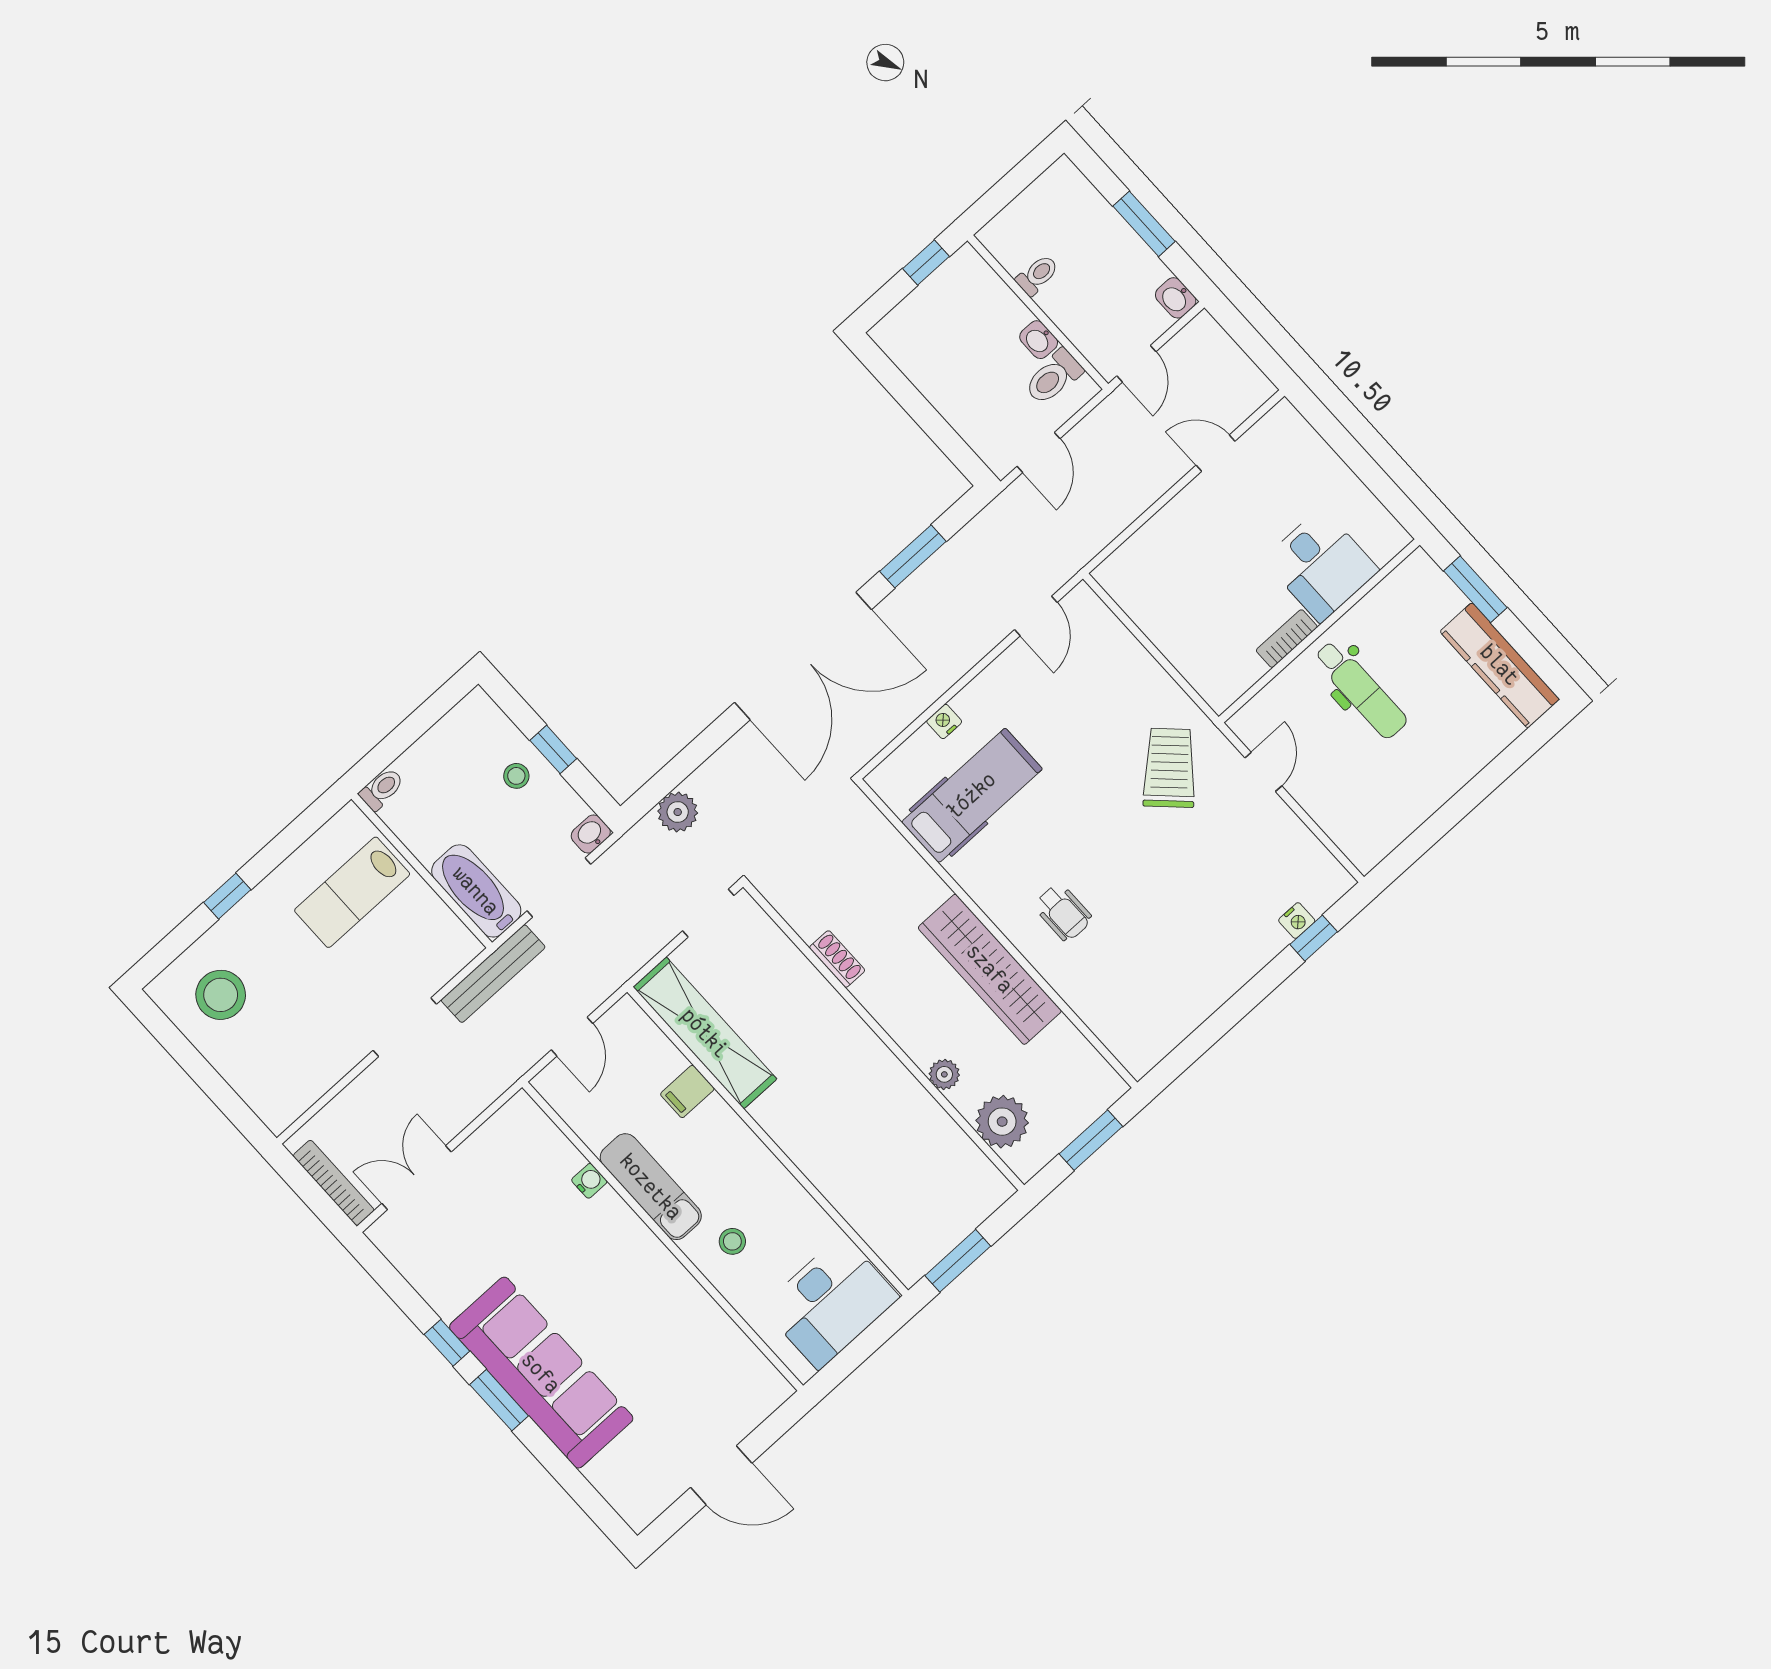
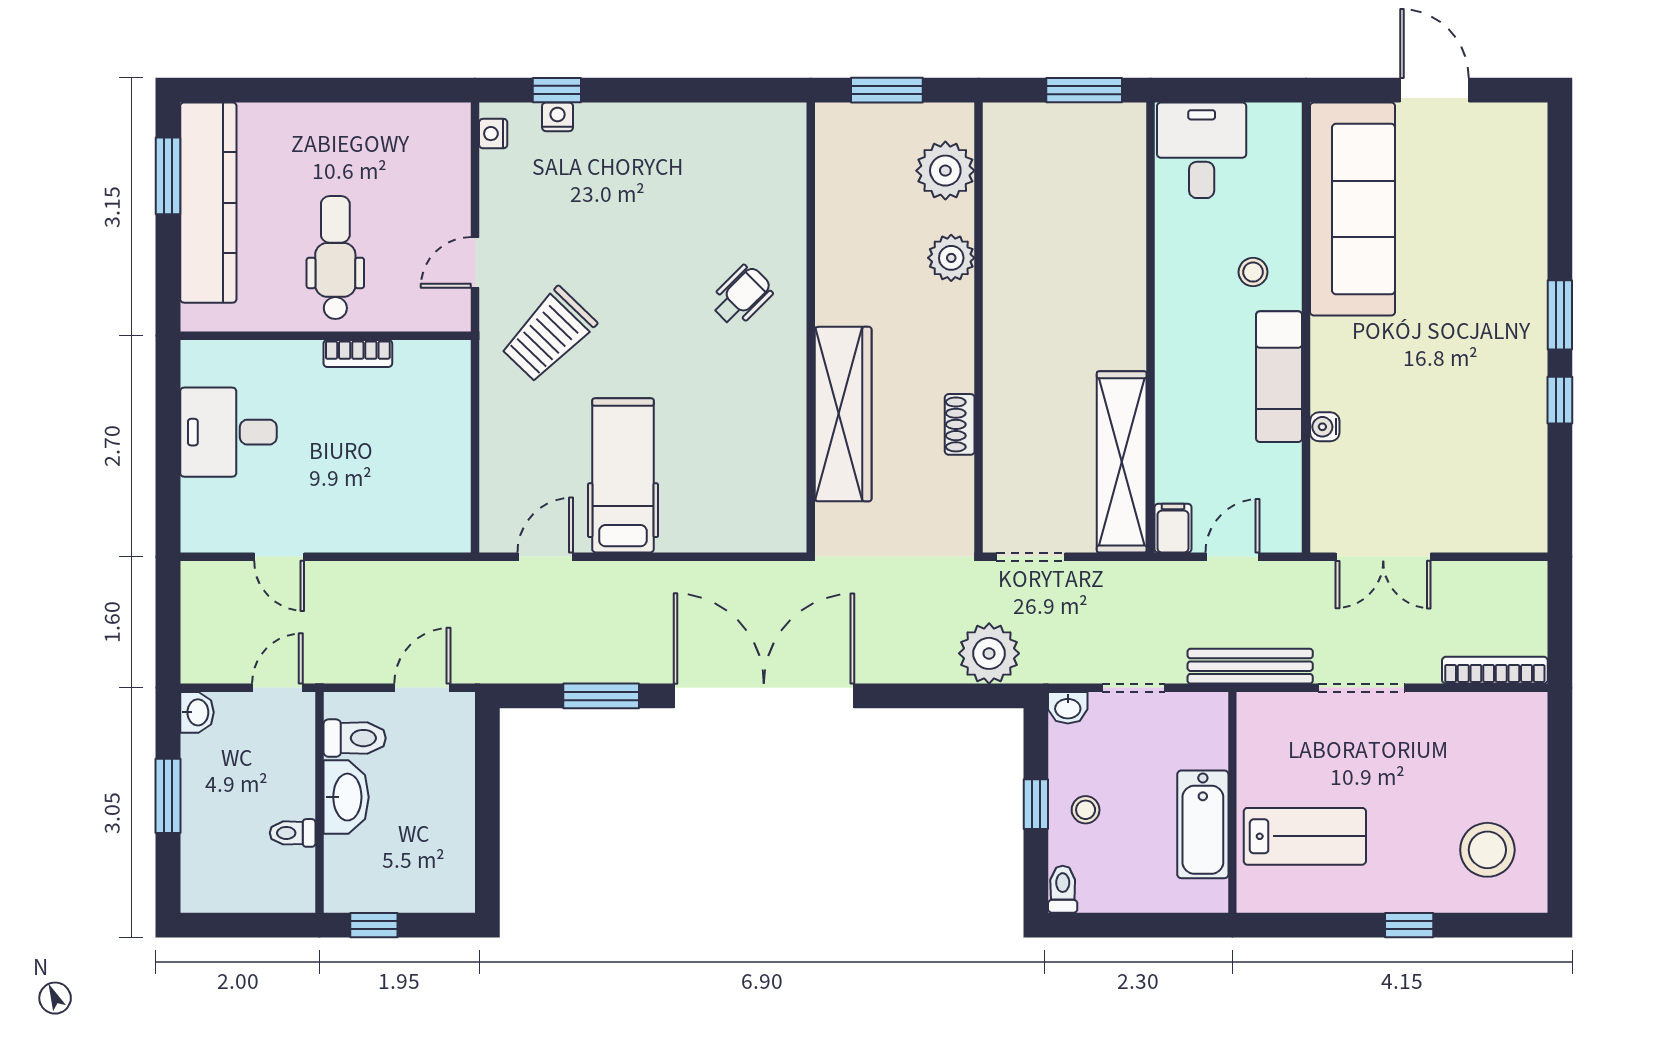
washbasin: (1039, 340) -> (346, 797), width x1.91, depth x1.45
desk: (1321, 565) -> (228, 432), moved, turned -90
window: (1475, 589) -> (168, 176), moved
kitchen counter: (1500, 665) -> (208, 203), width x1.39, depth x1.17
nightstand: (944, 721) -> (493, 134), moved, turned 90
toilet: (382, 789) -> (1063, 889), moved, turned 90
hospital bed: (972, 795) -> (623, 475), moved, turned 90
plant: (678, 812) -> (989, 653), width x1.36, depth x1.36
doorway: (559, 887) -> (1133, 688), width x0.73
bathtub: (476, 891) -> (1203, 824), moved
wheelchair: (1063, 912) -> (742, 296), turned 45
wardrobe: (990, 969) -> (843, 414), moved
plant: (944, 1074) -> (951, 258), width x1.38, depth x1.38
filing cabinet: (687, 1091) -> (1173, 528), moved, turned -90
double door: (417, 1178) -> (1383, 557), moved
bookcase: (334, 1183) -> (1495, 670), moved, turned 90
desk: (830, 1302) -> (1202, 150), width x0.73
sofa: (541, 1373) -> (1353, 209), moved, turned 180

